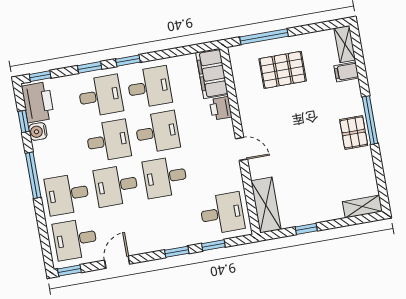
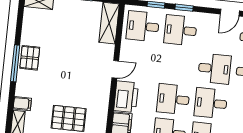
printer: (221, 108) -> (126, 97), width x1.87, depth x1.48
door: (241, 149) -> (115, 69), swing flipped
desk: (165, 177) -> (180, 30), moved, turned 180

